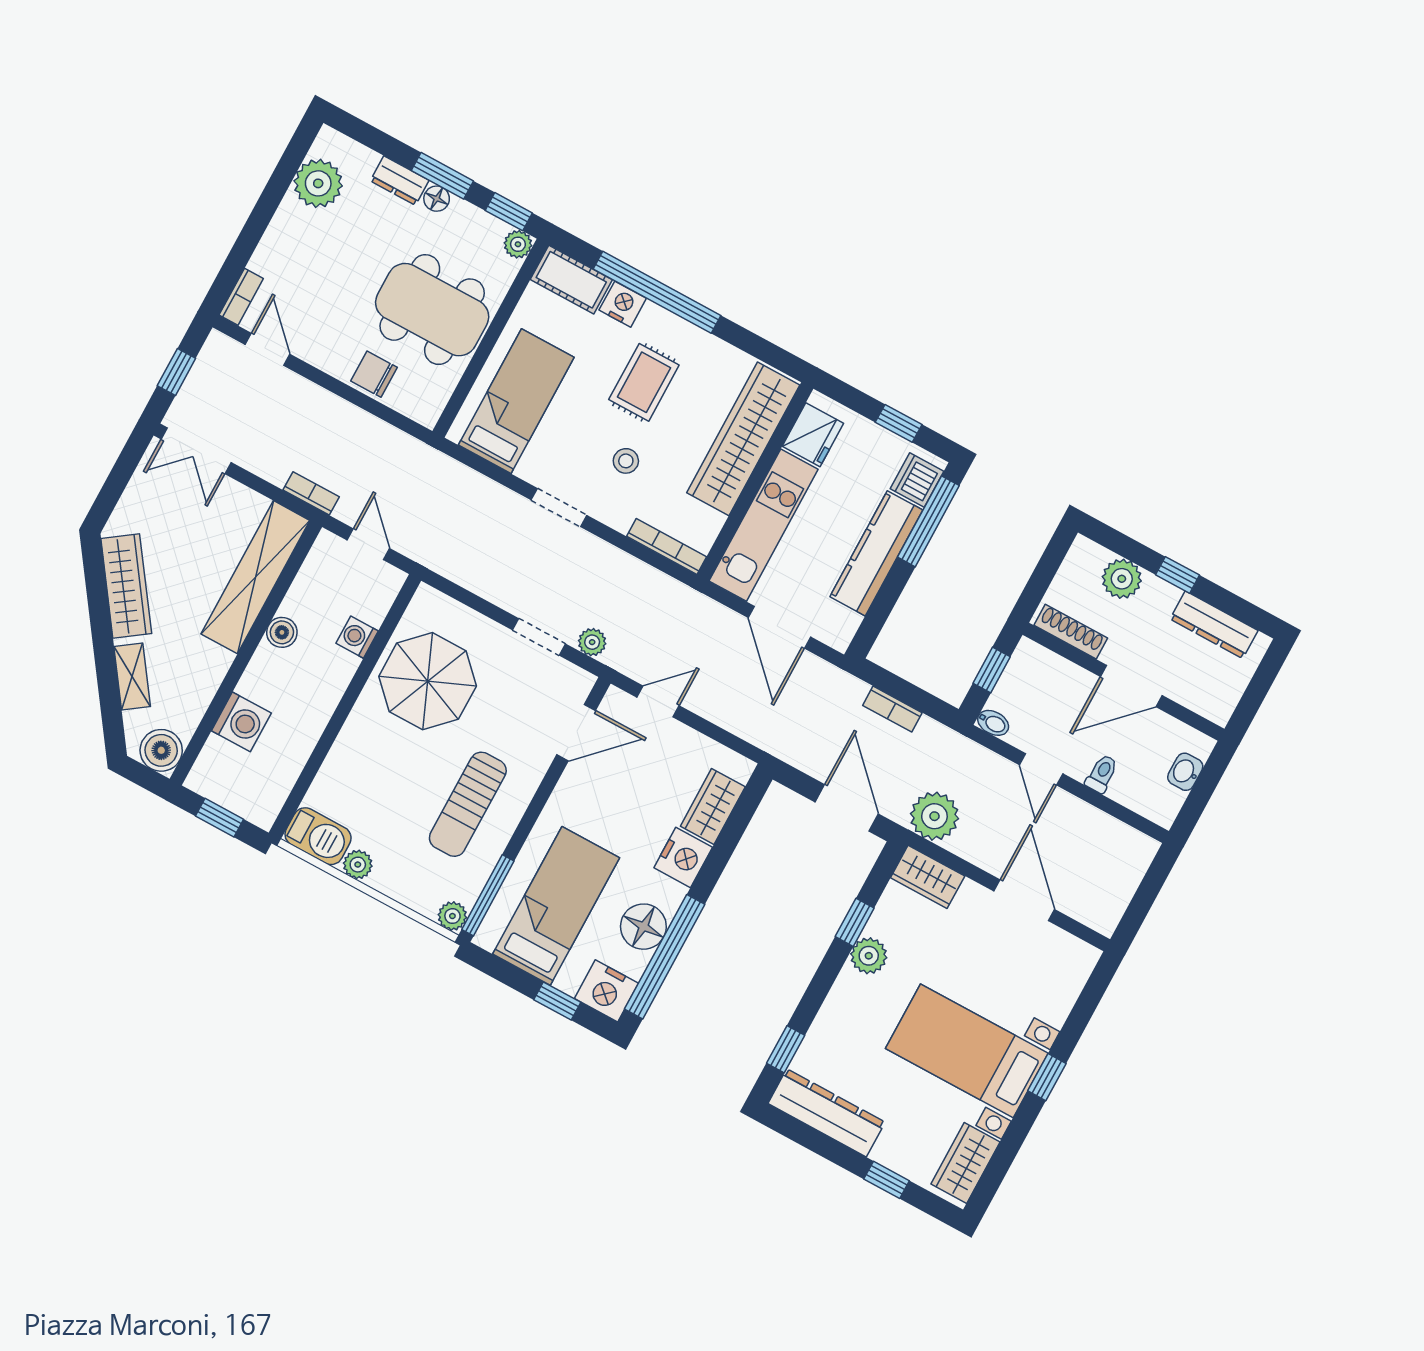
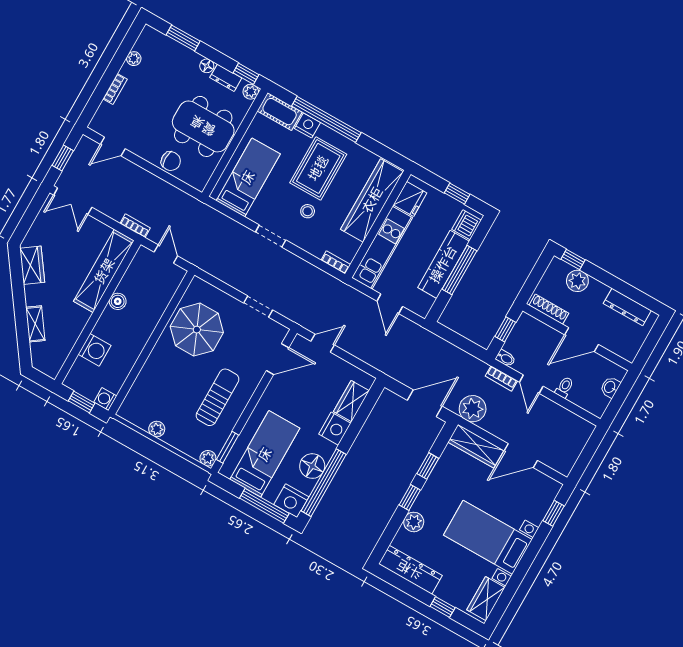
window: (442, 176) -> (183, 38), moved
dresser: (400, 181) -> (226, 78), moved
plant: (318, 183) -> (134, 59), width x0.53, depth x0.53
bookcase: (241, 297) -> (115, 89), moved
door: (268, 349) -> (113, 146), swing flipped
chair: (374, 374) -> (171, 161), turned 180
rug: (644, 382) -> (318, 168), width x1.36, depth x1.43
window: (928, 521) -> (459, 270), moved
bookcase: (667, 547) -> (336, 262), width x0.64
window: (1178, 575) -> (573, 259), moved
wardrobe: (126, 586) -> (32, 265), width x0.67
door: (779, 627) -> (390, 304), width x0.73
washing machine: (357, 637) -> (105, 399), moved
plant: (592, 642) -> (287, 310), removed
bookcase: (892, 709) -> (501, 378), moved
boiler: (161, 750) -> (50, 365), removed
sun lounger: (468, 804) -> (218, 397), turned 180
door: (847, 808) -> (425, 403), hinge flipped
barbecue: (318, 836) -> (135, 413), removed
wardrobe: (928, 877) -> (476, 446), width x1.50
window: (488, 895) -> (228, 447), width x0.69
door: (1024, 900) -> (521, 456), swing flipped
plant: (869, 956) -> (414, 522), moved
window: (557, 1001) -> (264, 506), width x2.17
window: (786, 1049) -> (410, 497), moved
window: (1047, 1077) -> (554, 513), moved

